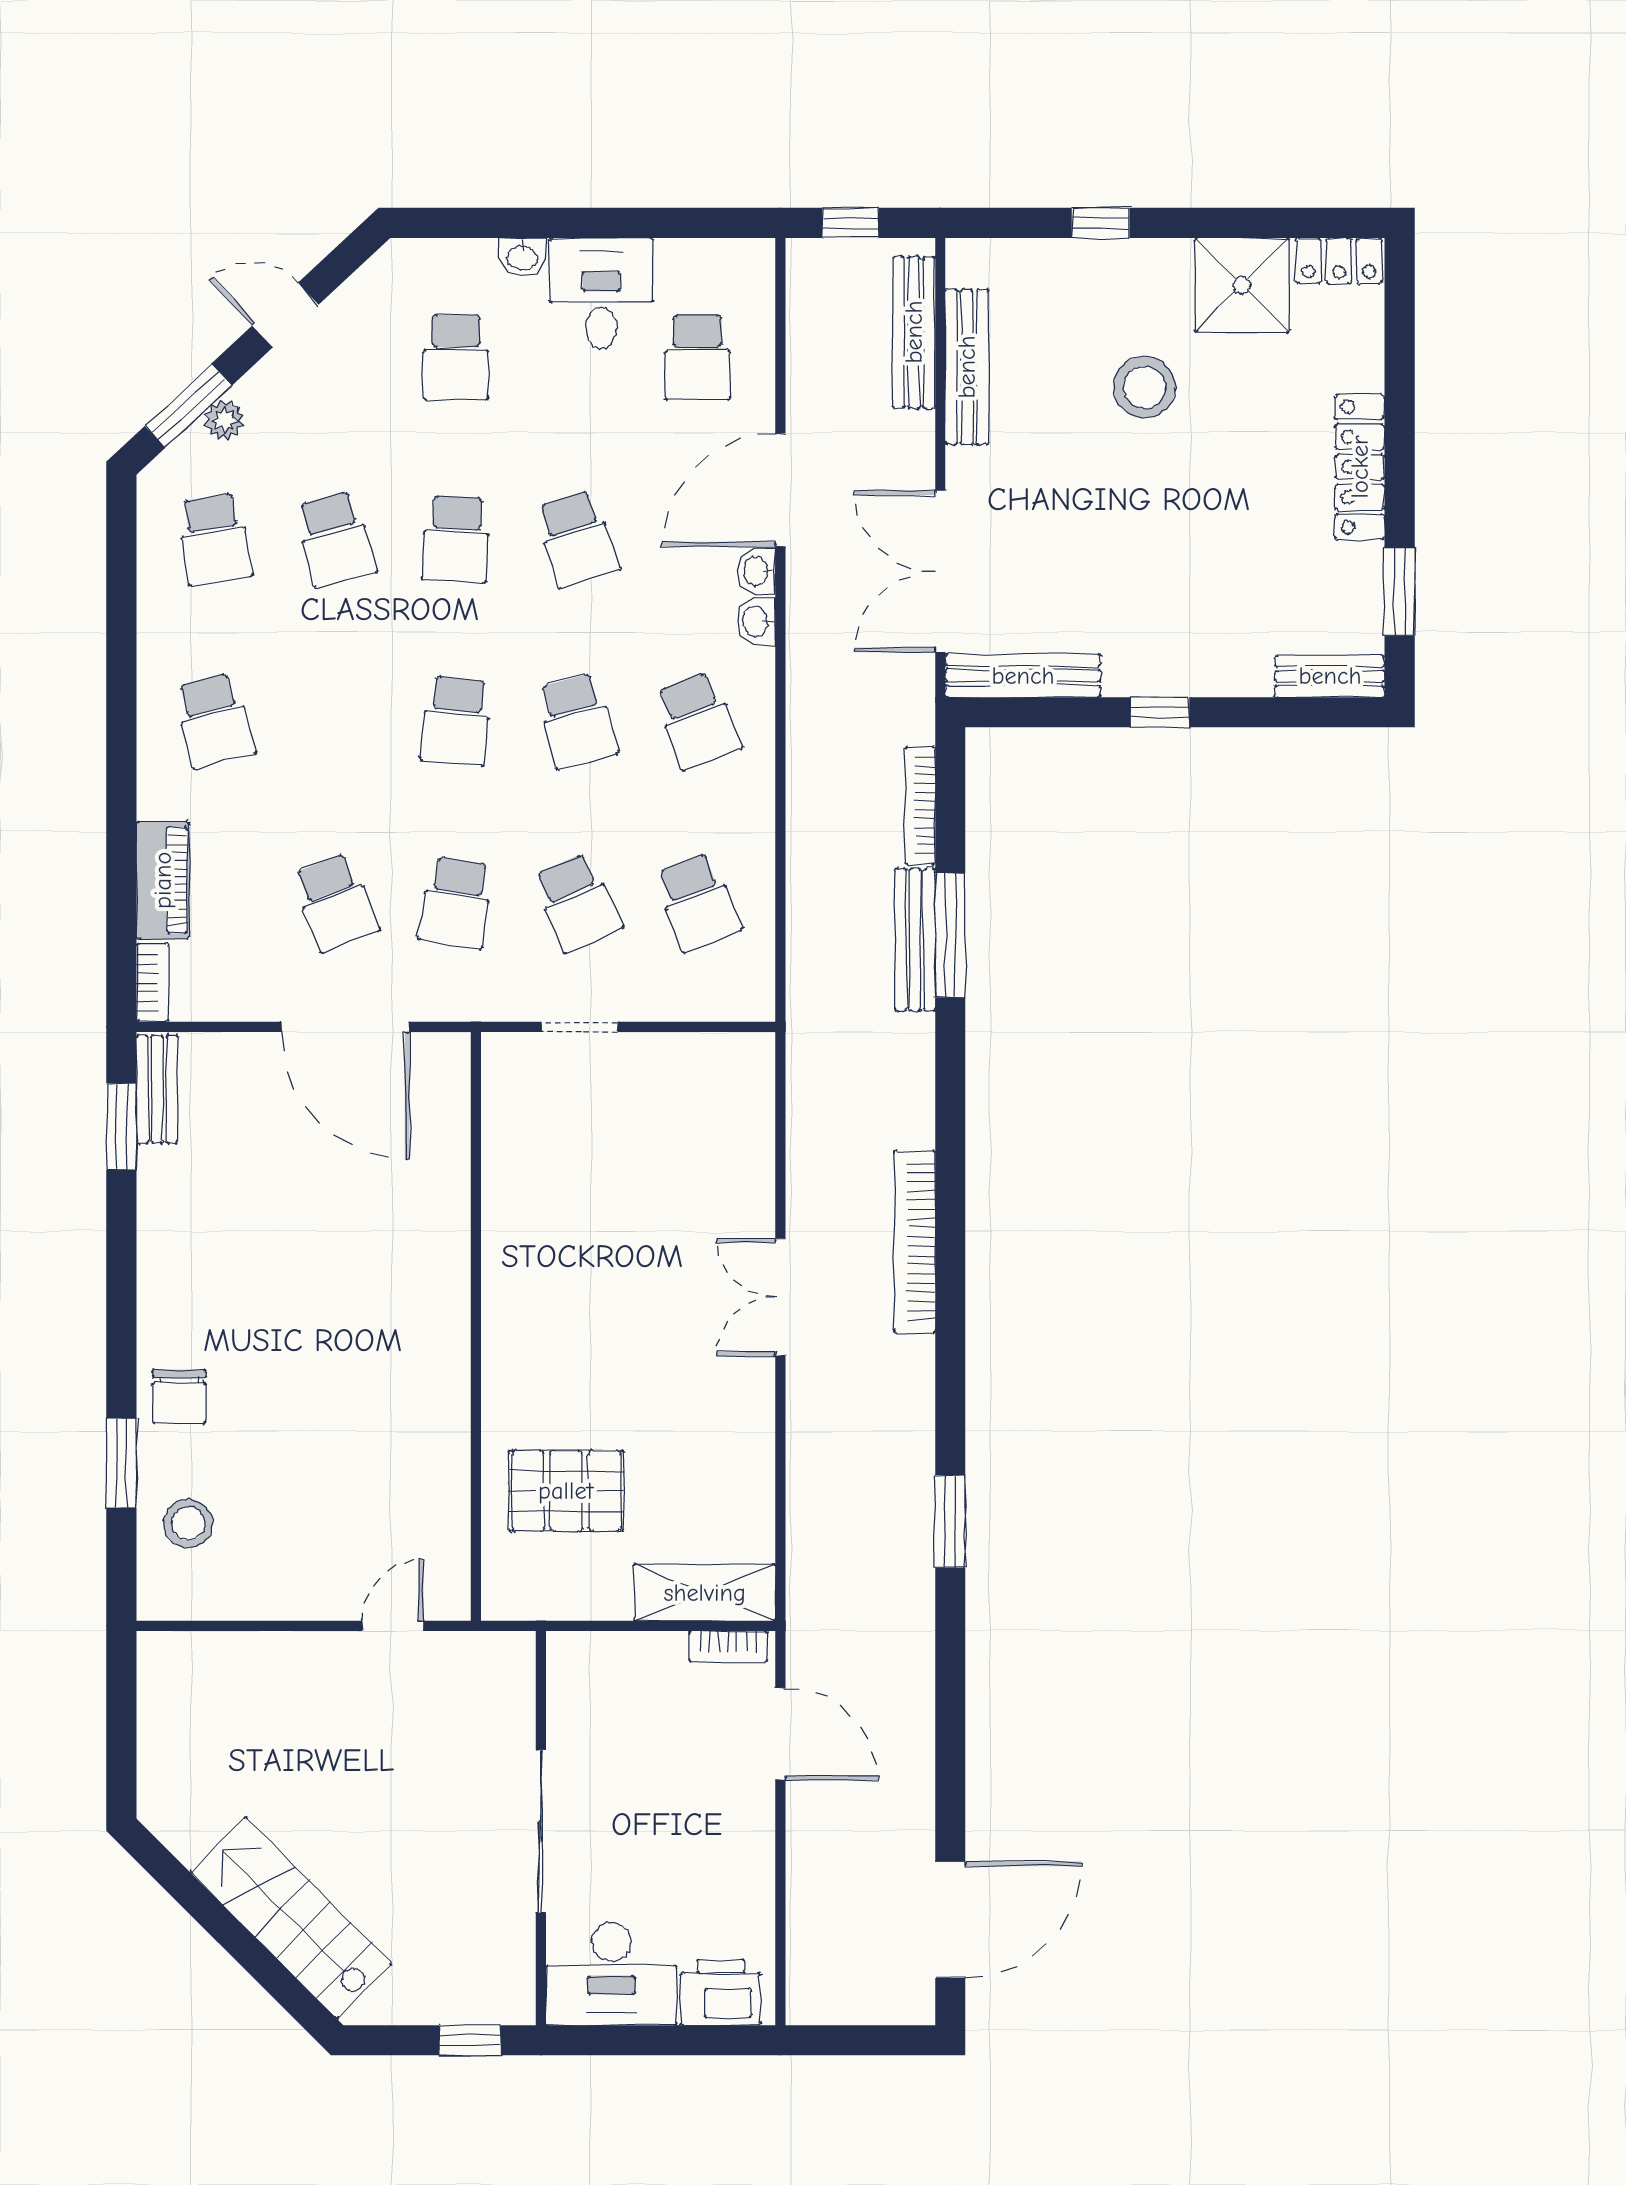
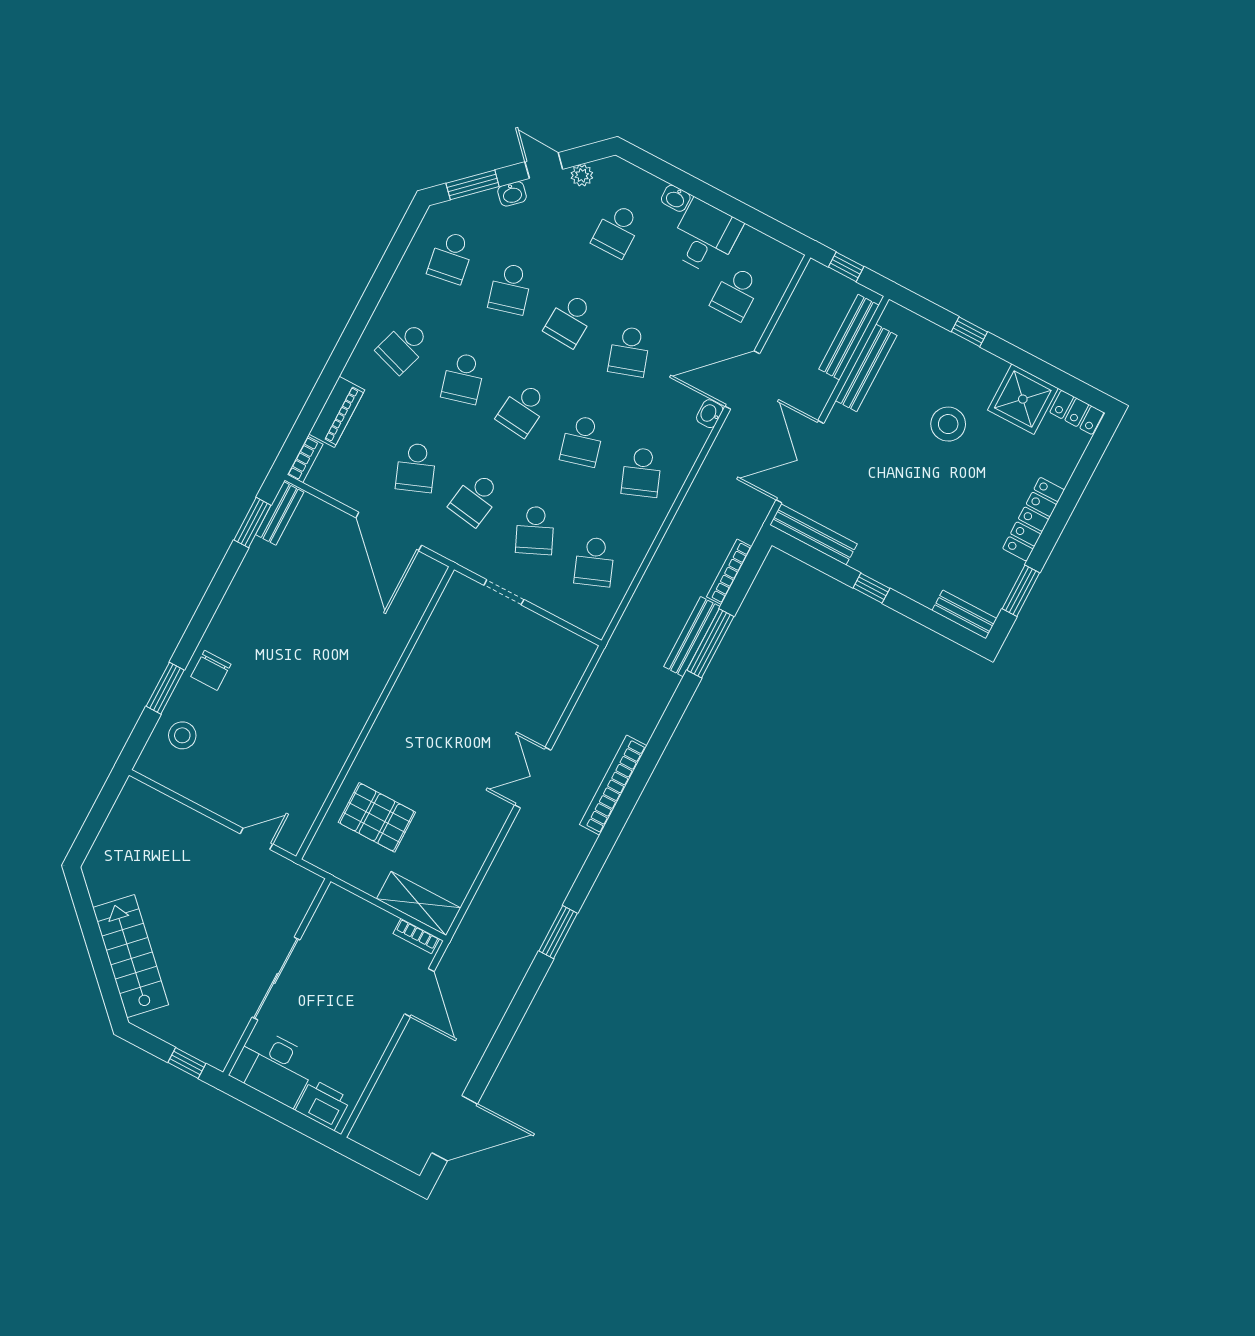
plant: (224, 420) -> (582, 175), moved
washbasin: (756, 621) -> (512, 194), moved, turned -133
school desk: (214, 721) -> (404, 347), turned 33
school desk: (335, 721) -> (463, 378), added

